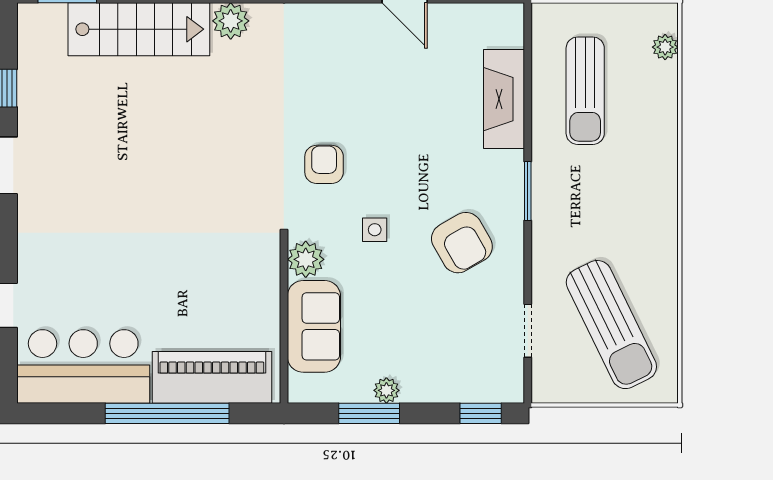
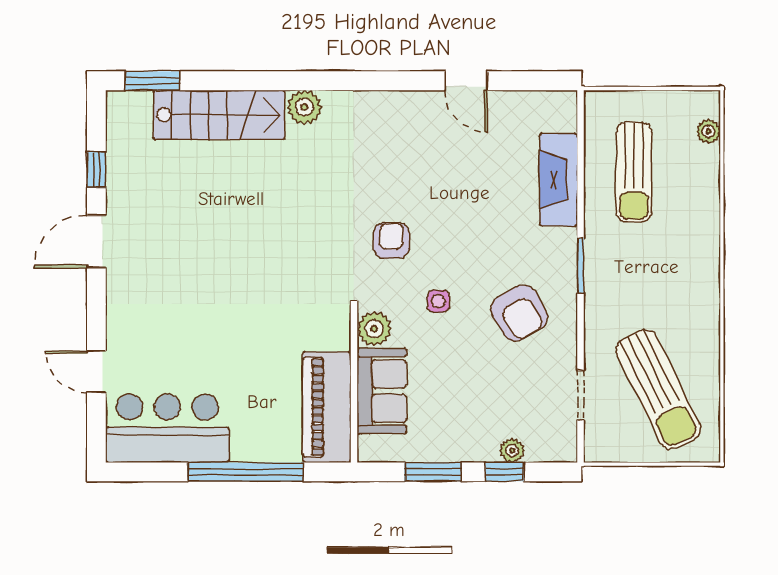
piano: (212, 377) -> (327, 407), moved, turned -90
plant: (386, 390) -> (512, 451), moved
window: (481, 413) -> (504, 472), moved

